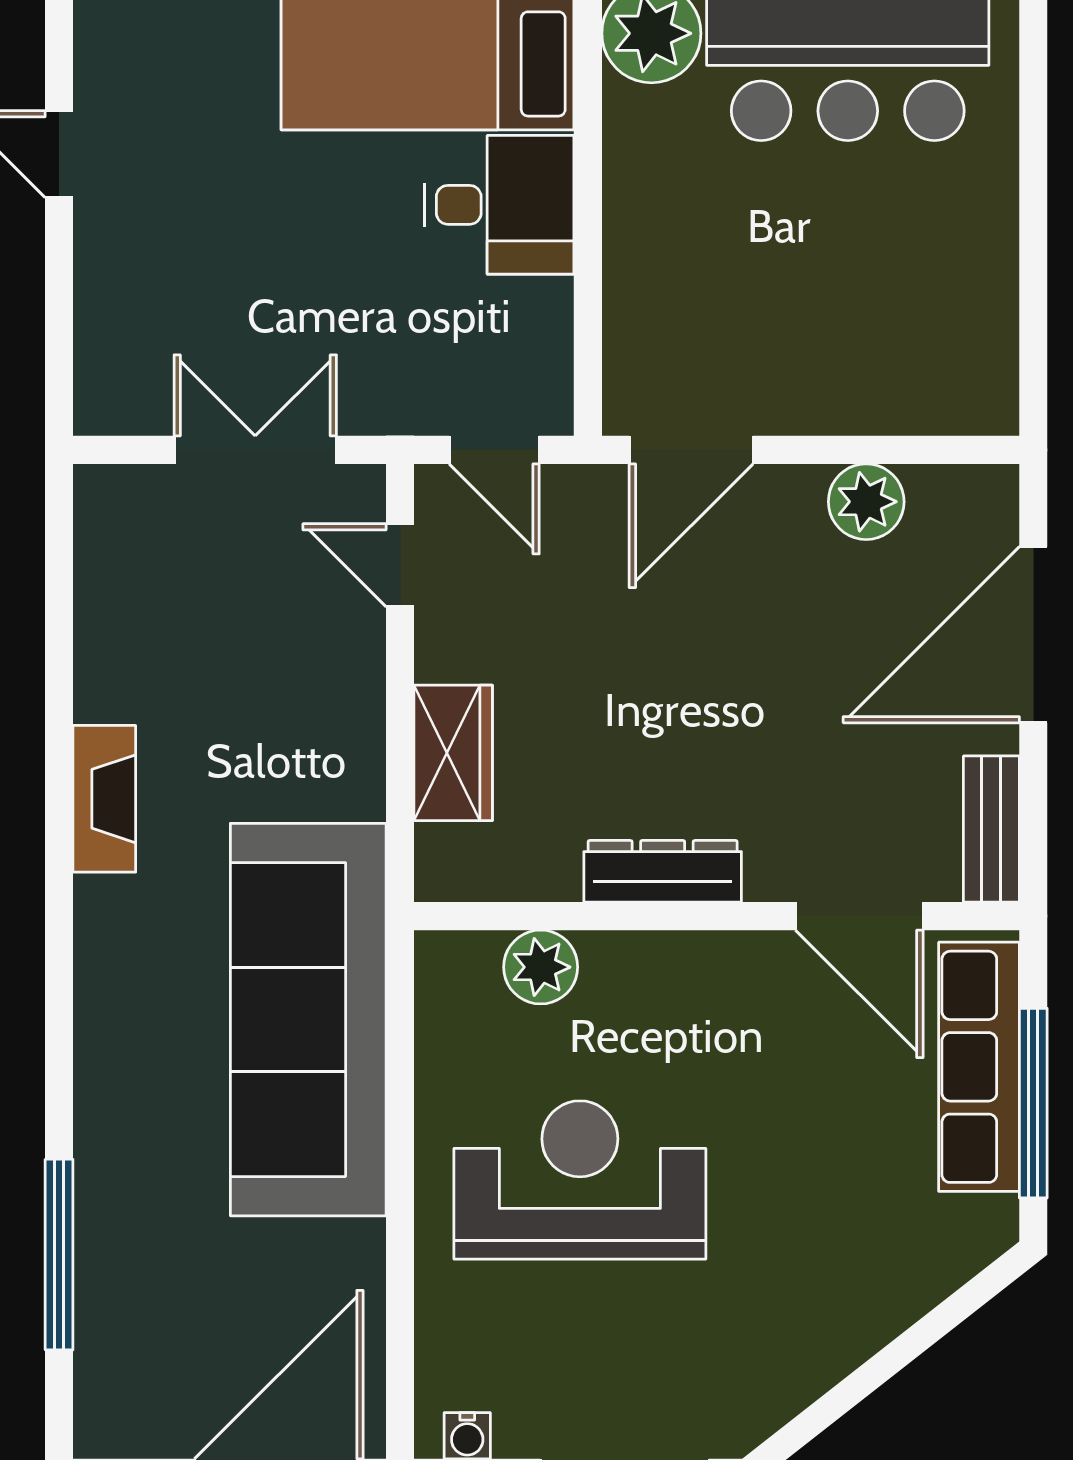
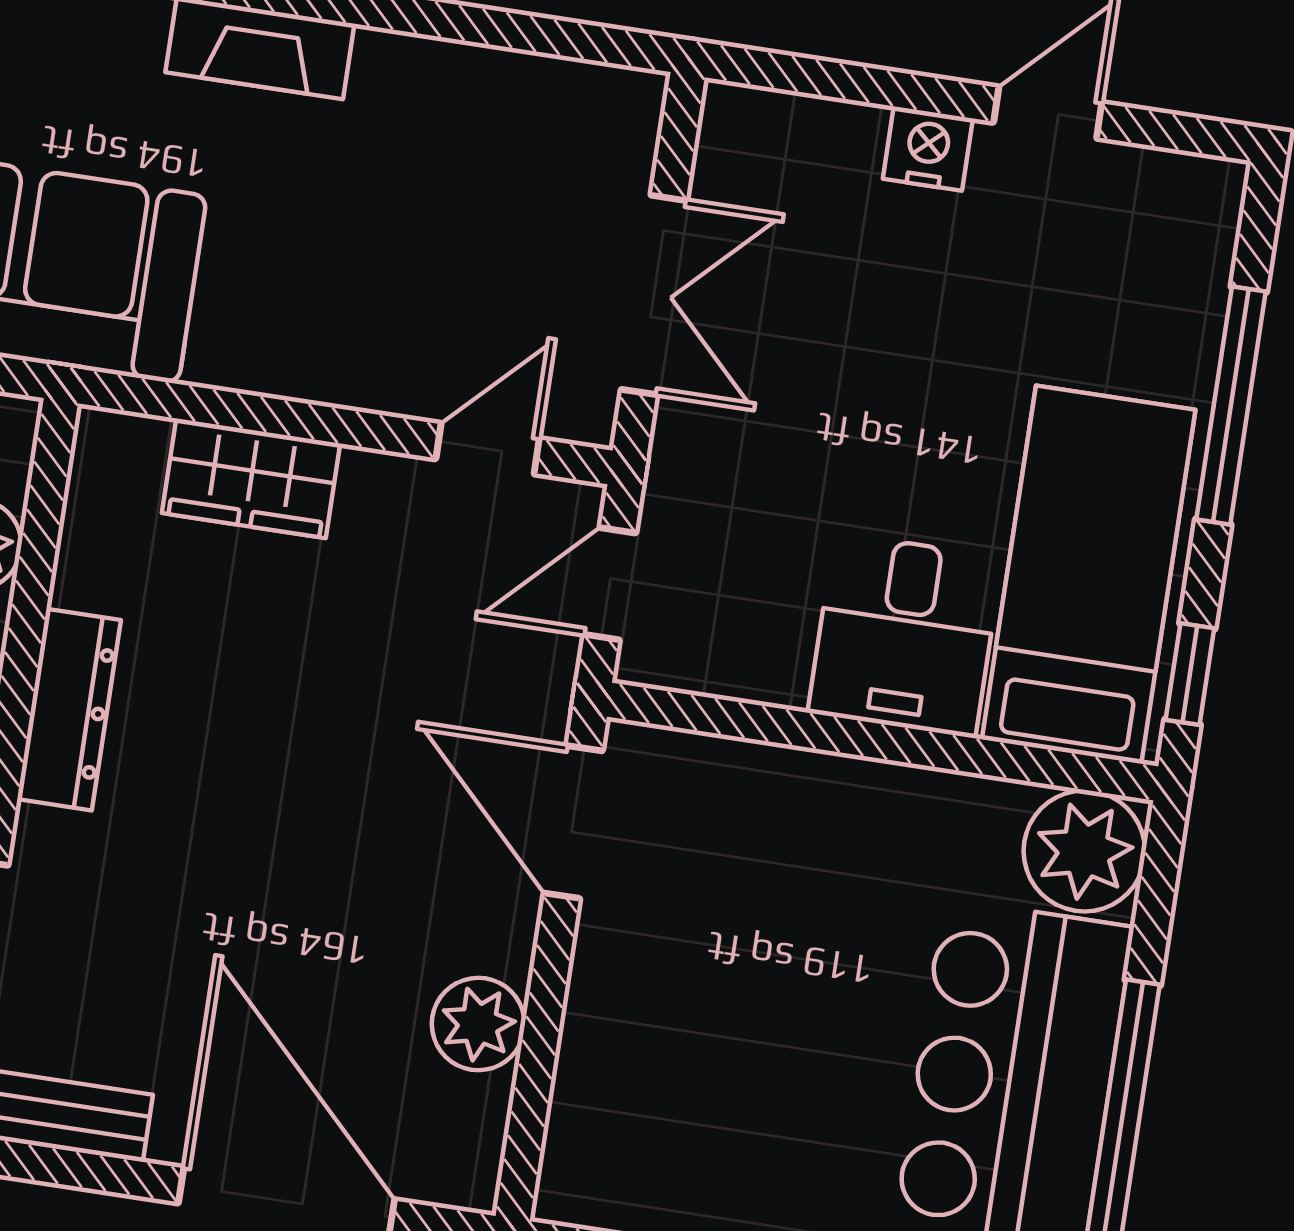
nightstand: (103, 247) -> (928, 149), added

